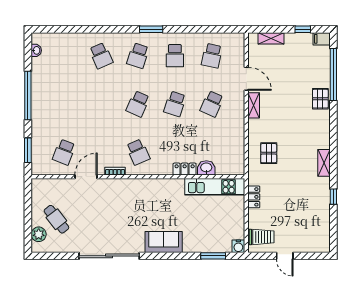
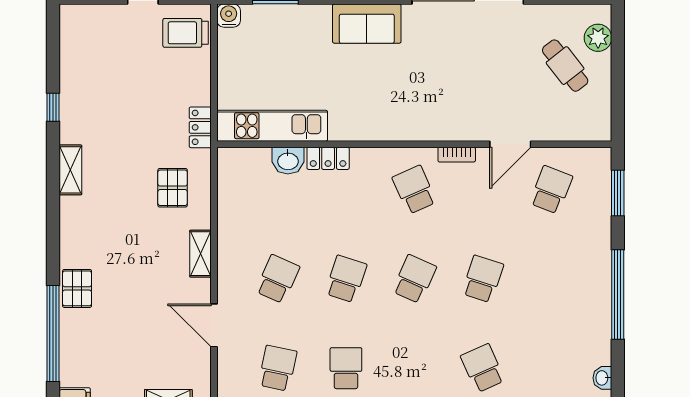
school desk: (138, 56) -> (483, 279), moved
shelving: (254, 105) -> (200, 254), moved
locker: (254, 197) -> (200, 127), moved

